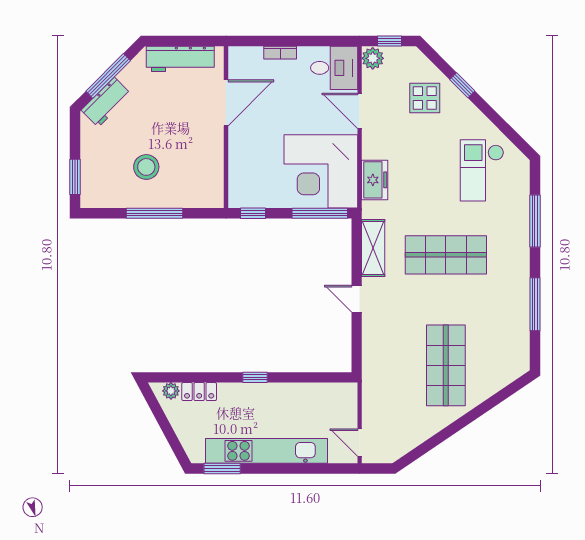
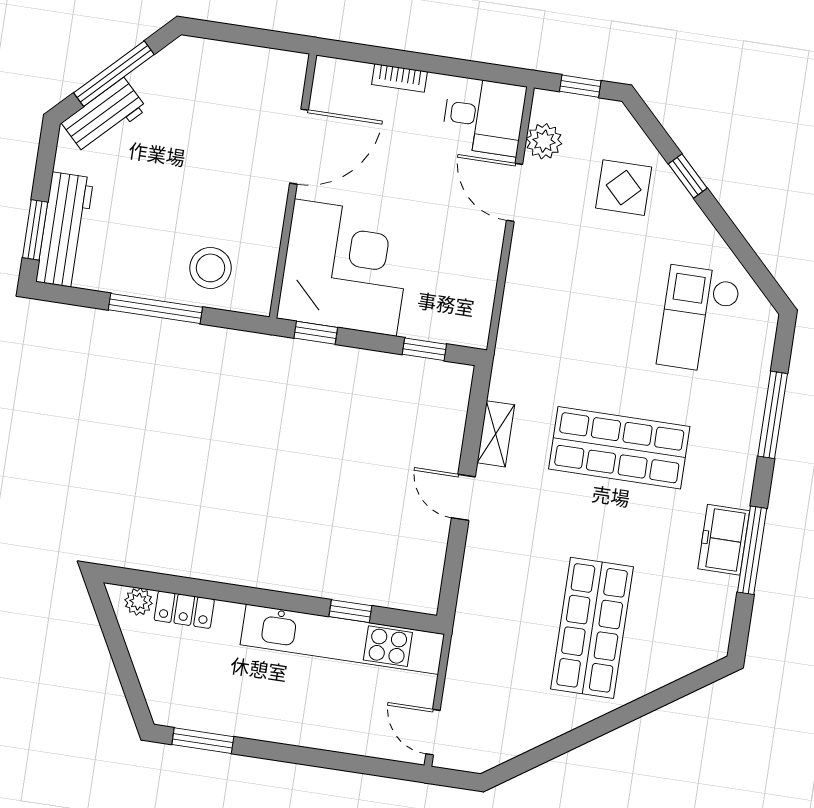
plant: (373, 58) -> (544, 141), moved
workbench: (180, 59) -> (65, 230), moved, turned -90
stool: (146, 167) -> (210, 268), moved
corner desk: (321, 171) -> (345, 268), moved, turned 180
freezer: (375, 180) -> (724, 540), moved, turned 180
window: (320, 213) -> (424, 349), width x0.46
shelving: (373, 248) -> (496, 434), width x0.67, depth x0.75
window: (255, 377) -> (350, 611), moved
kitchen unit: (266, 451) -> (342, 639), moved, turned 180

